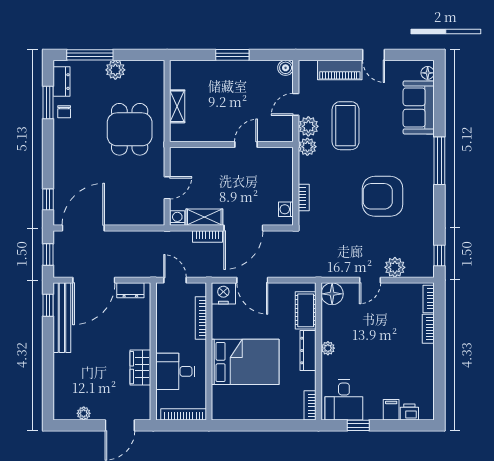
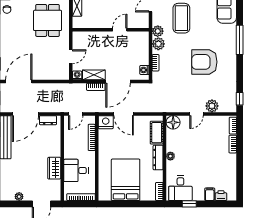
plant: (308, 126) -> (158, 44), moved
door: (175, 280) -> (76, 114), swing flipped
bed: (245, 362) -> (126, 180), moved, turned -90

